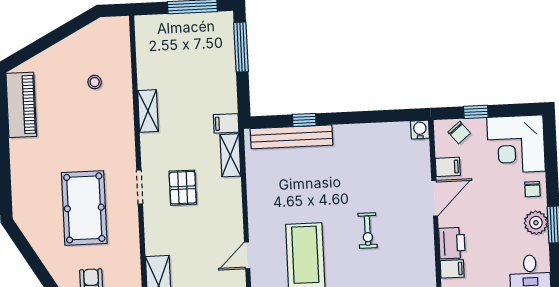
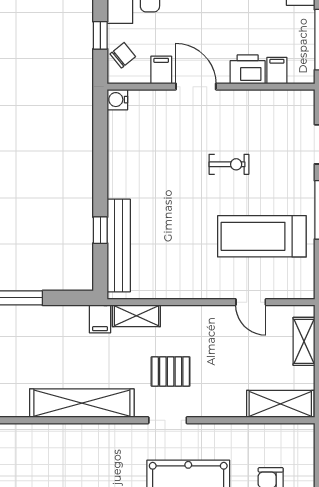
stool: (95, 82) -> (46, 466), removed
shelving: (148, 111) -> (82, 403), width x2.20, depth x1.33

